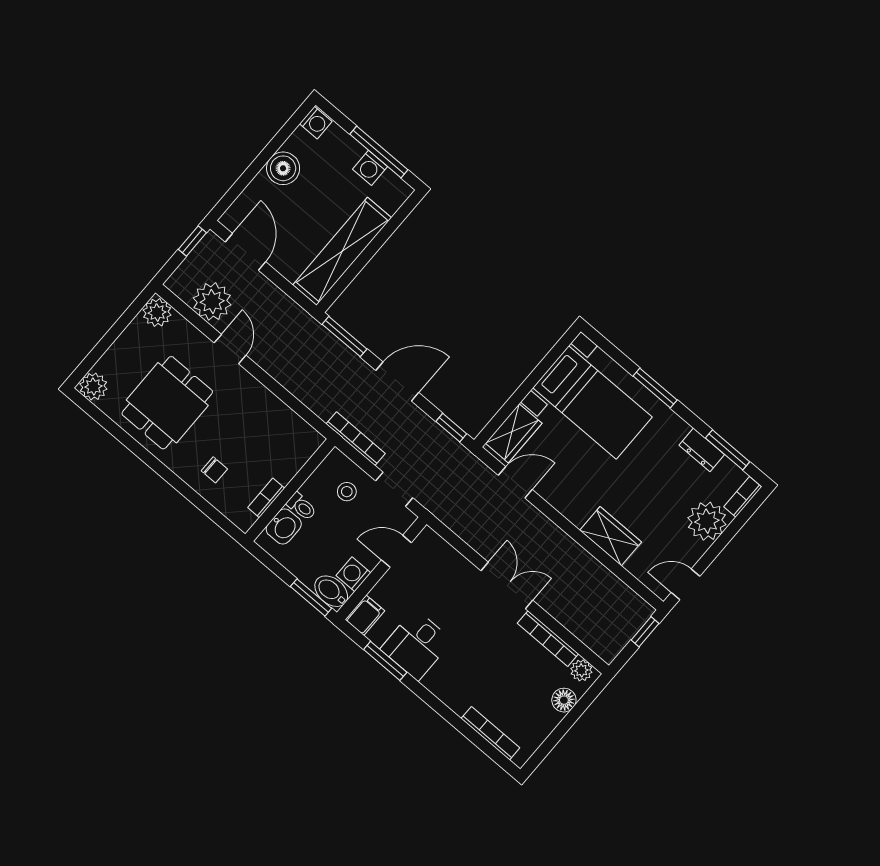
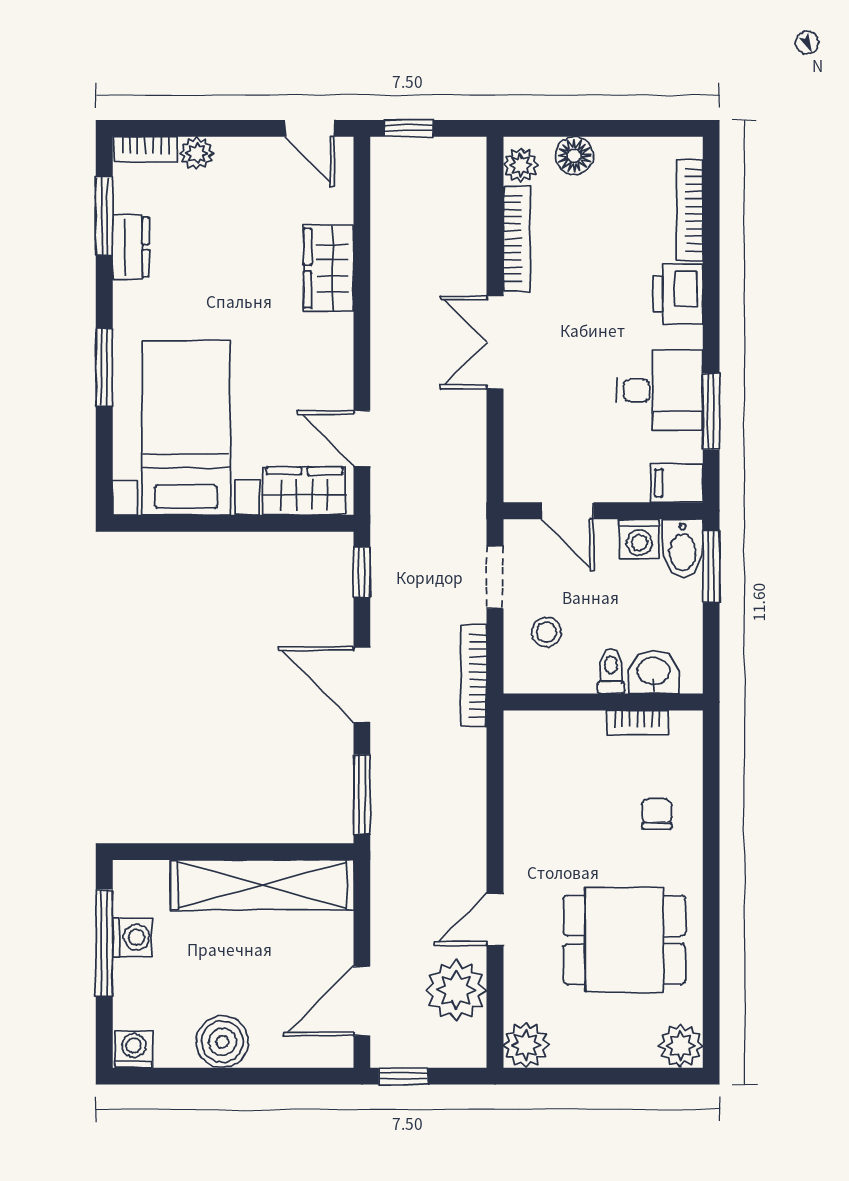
plant: (707, 521) -> (197, 153), width x0.53, depth x0.53
printer: (455, 693) -> (678, 294), added

